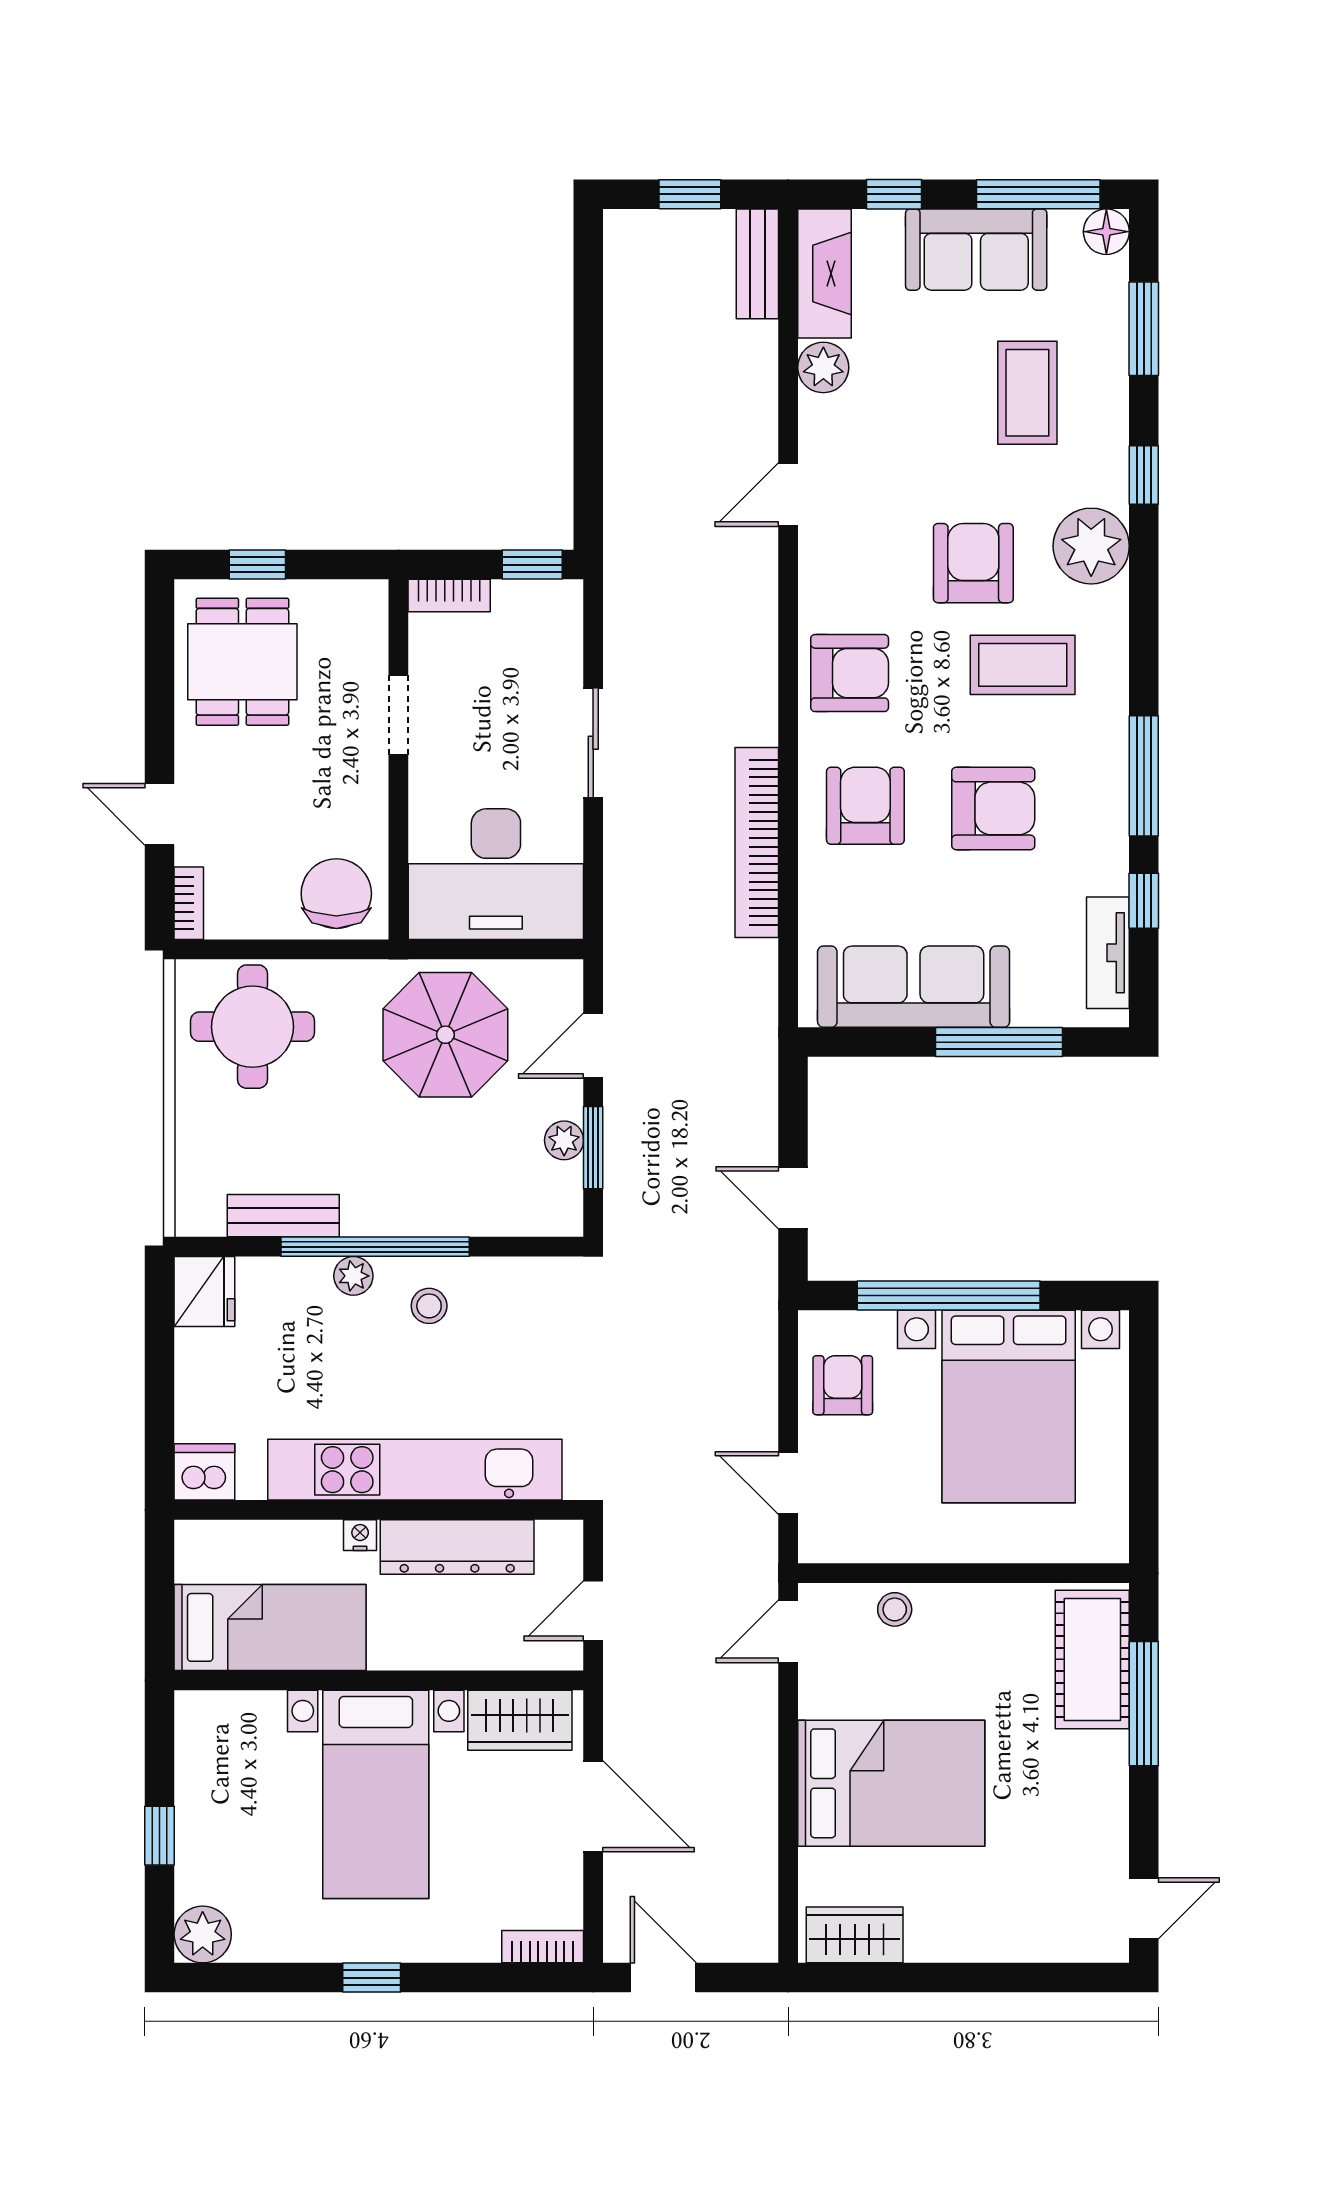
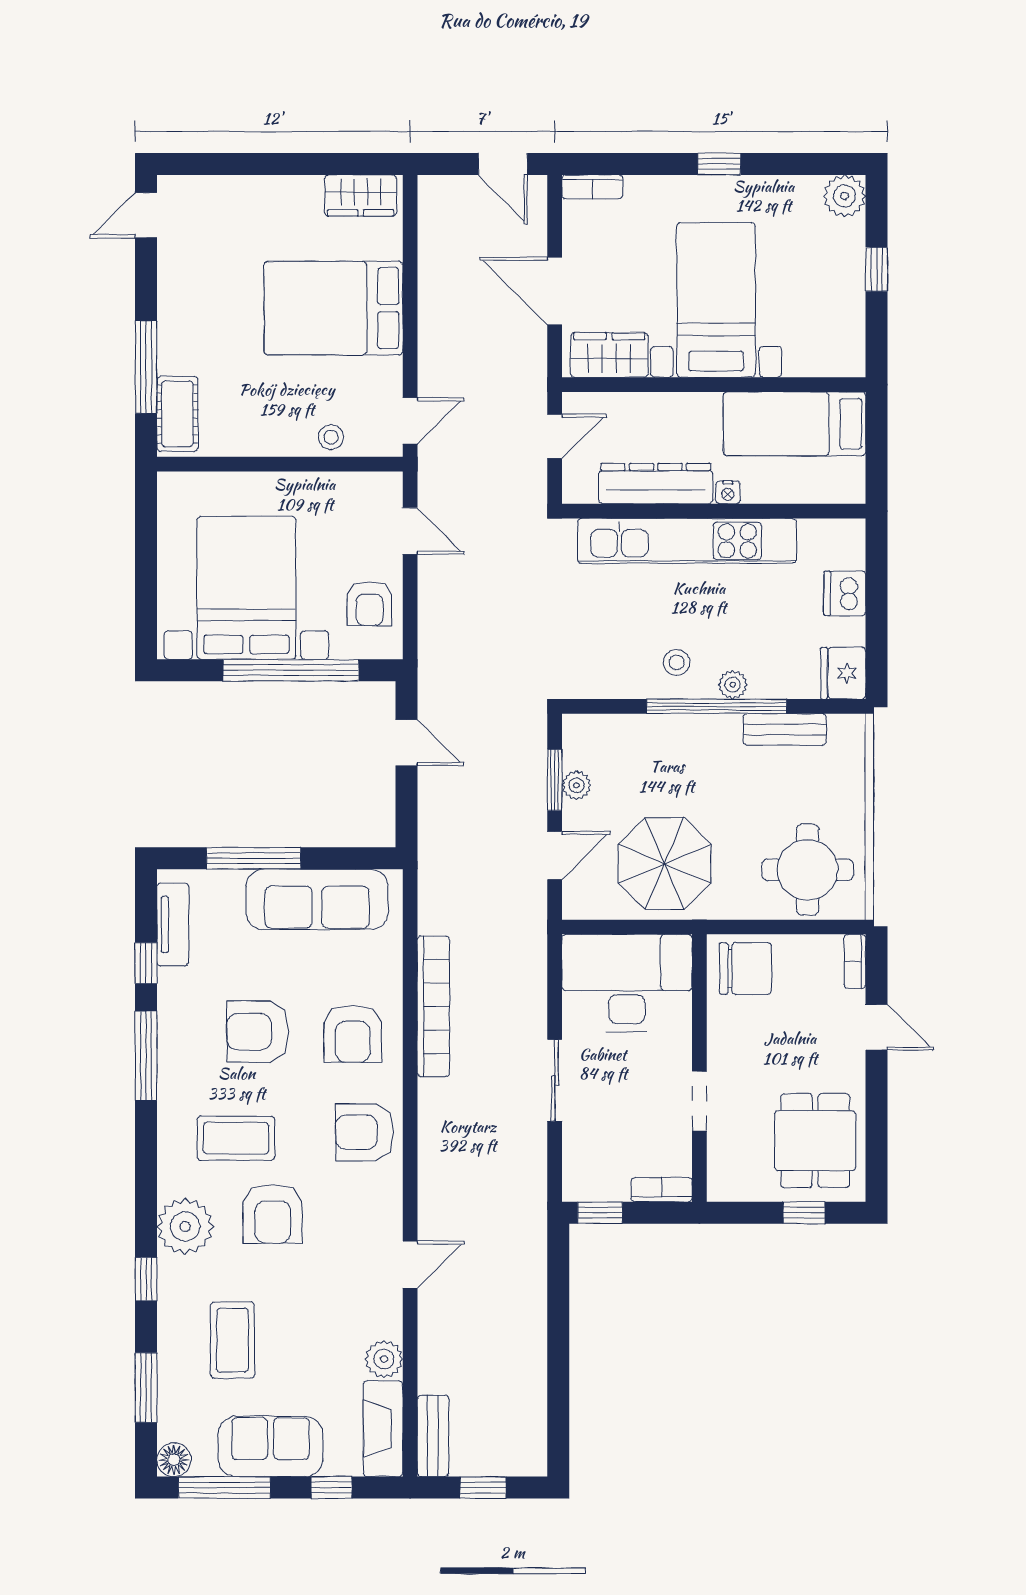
chair: (336, 894) -> (745, 968), turned -90
dishwasher: (204, 1472) -> (845, 593), moved, turned 90
cot: (1092, 1659) -> (177, 414), width x0.73, depth x0.75

